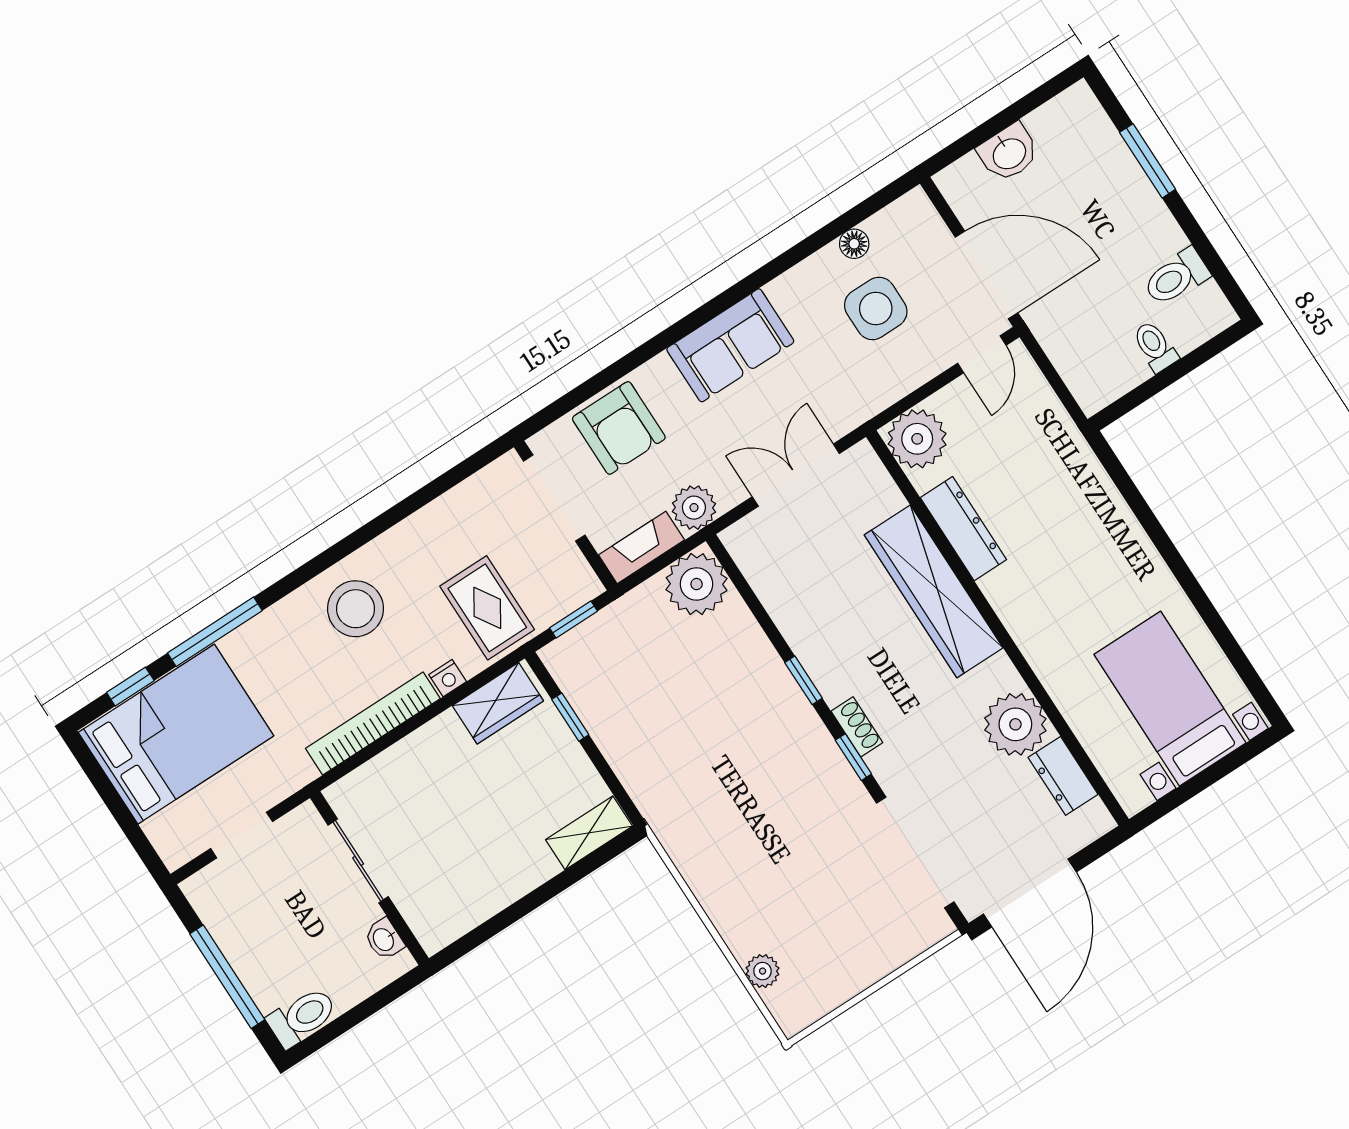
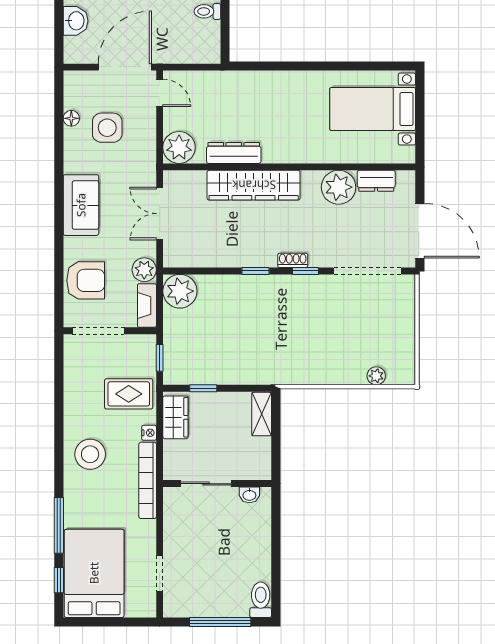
sliding door: (358, 861) -> (206, 484), moved
wall: (369, 878) -> (217, 484), moved
washbasin: (384, 939) -> (249, 495), moved

